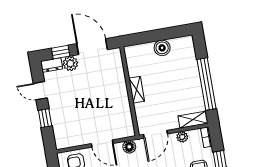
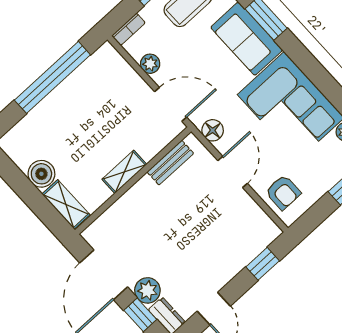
bench: (127, 116) -> (170, 163), added
window: (45, 118) -> (263, 264), moved
shelving: (193, 120) -> (66, 204), moved

